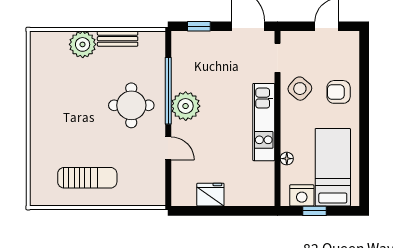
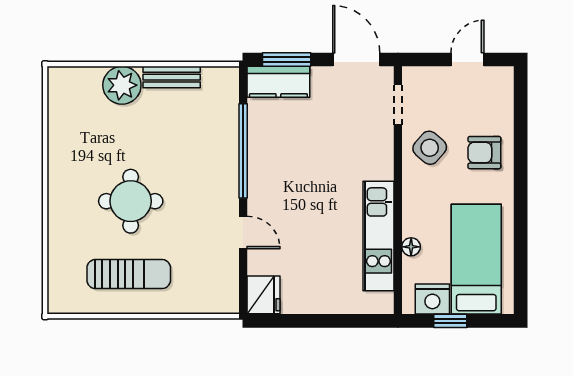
window: (199, 26) -> (287, 60), width x1.50
kitchen counter: (193, 42) -> (278, 82), added
round table: (131, 105) -> (131, 201), moved
plant: (186, 106) -> (268, 172), removed
kitchen unit: (264, 122) -> (378, 236), moved
fridge: (210, 195) -> (264, 295), moved, turned 90

